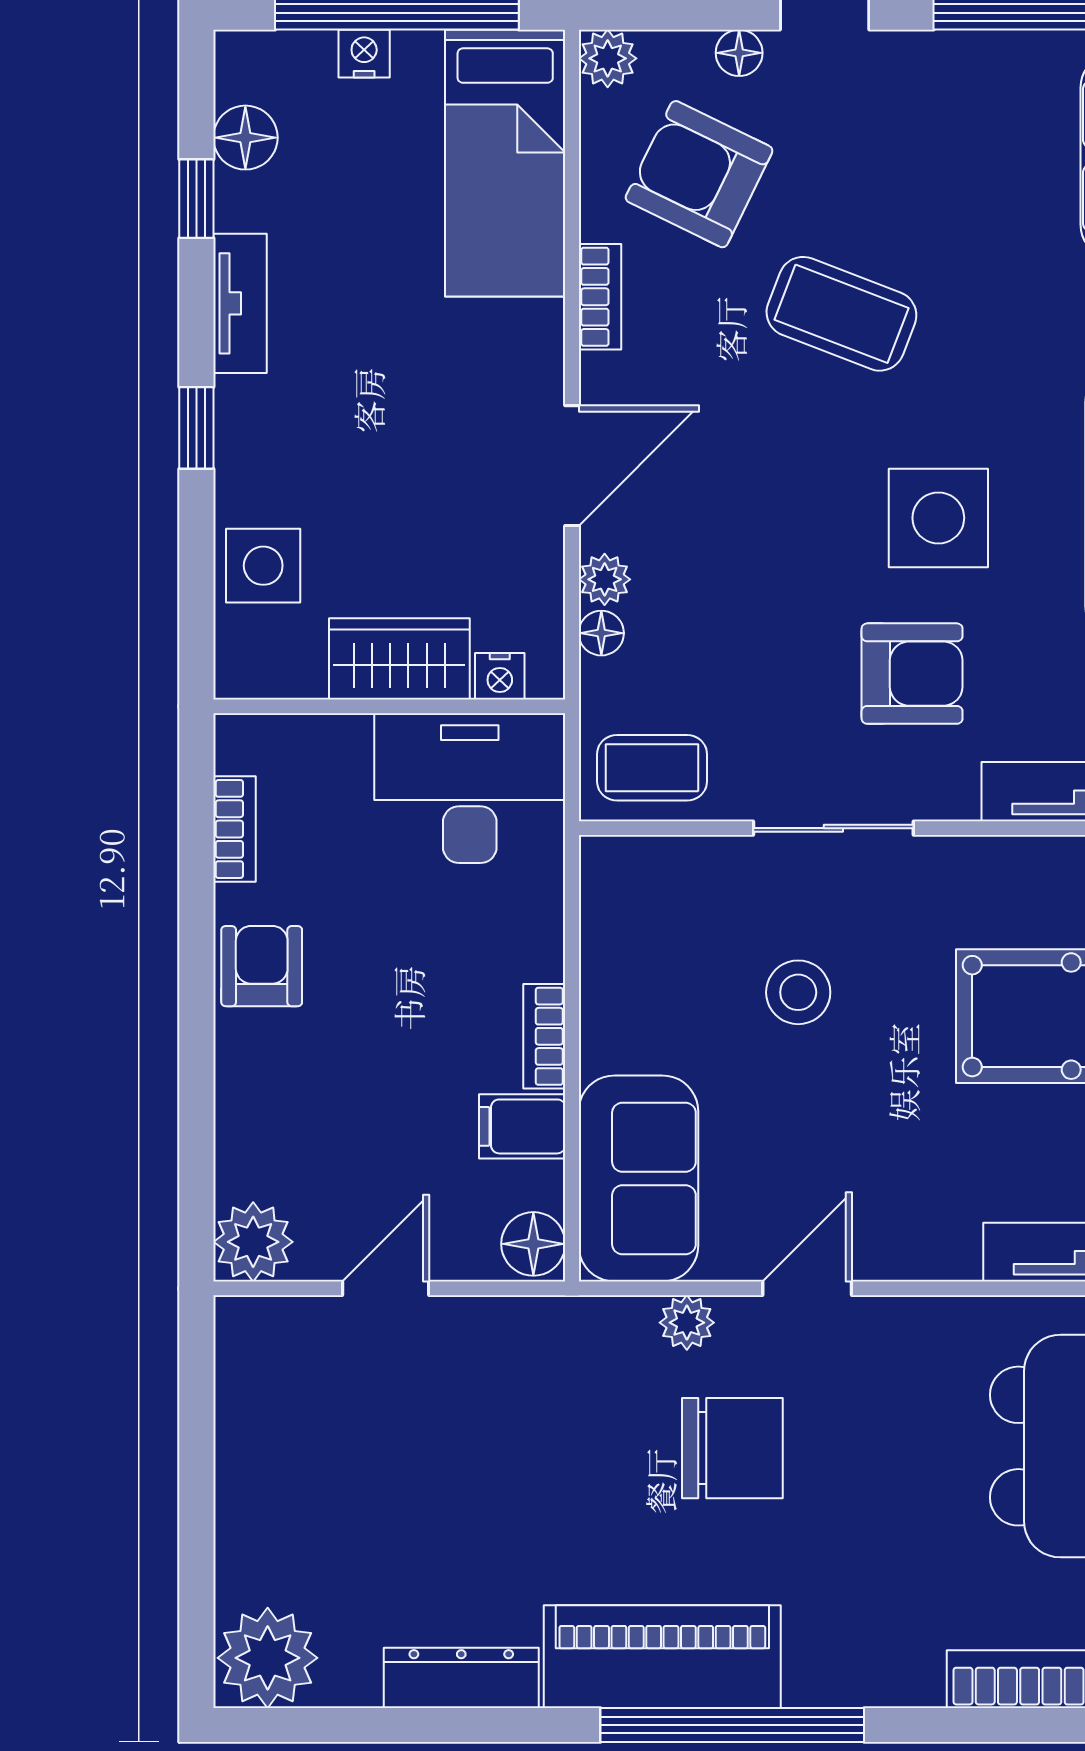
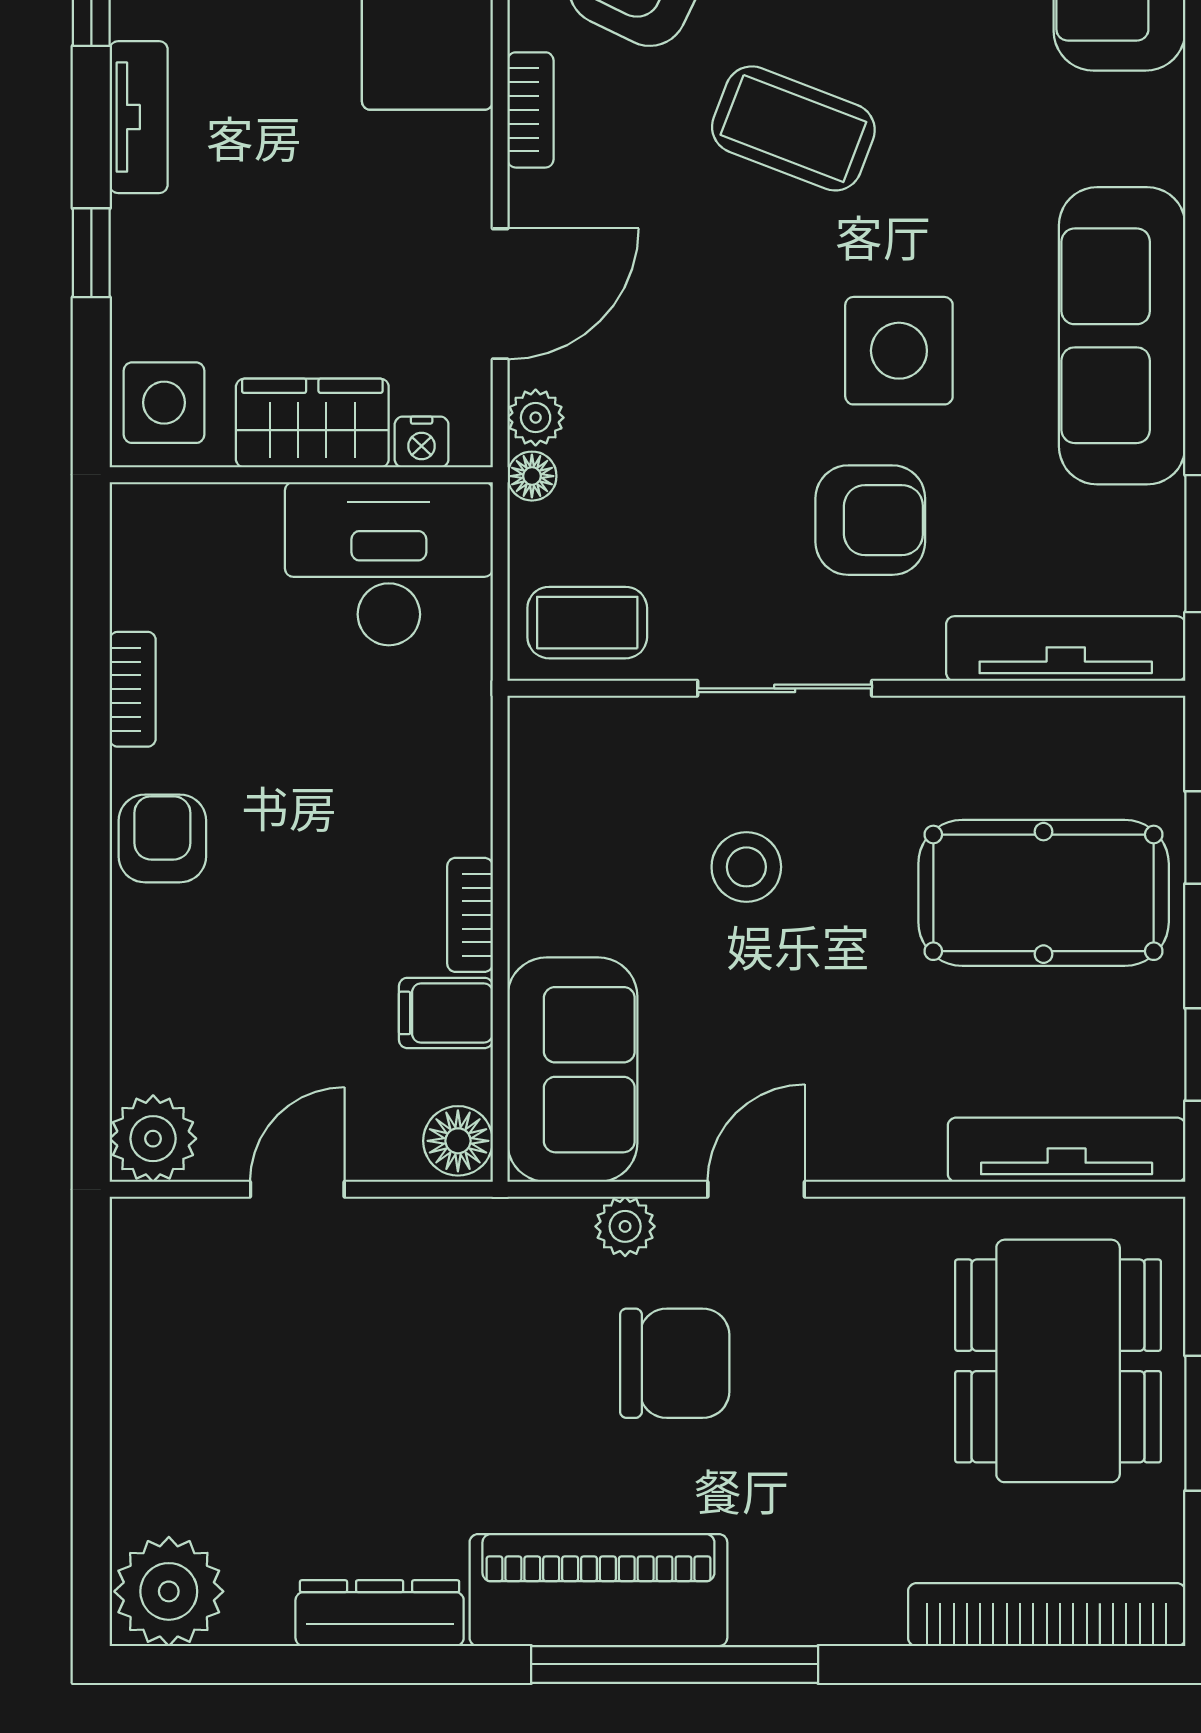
wardrobe: (399, 659) -> (312, 423), moved
nightstand: (500, 676) -> (422, 442), moved
wall: (389, 706) -> (301, 475), moved
desk: (470, 788) -> (389, 564), moved

